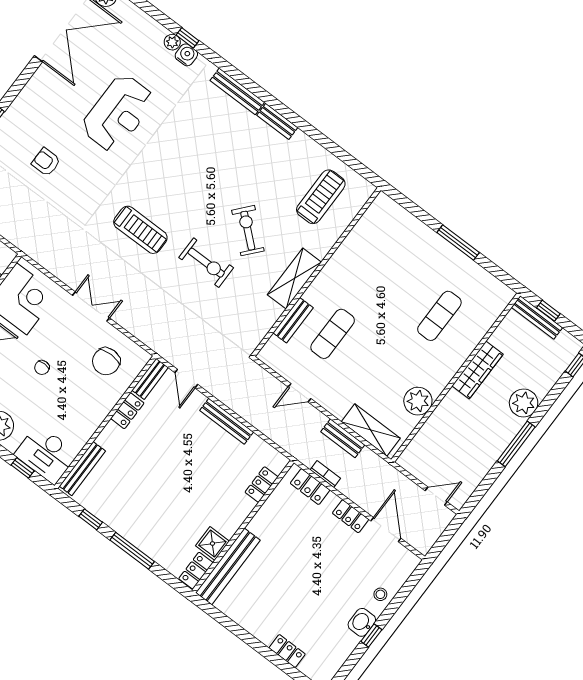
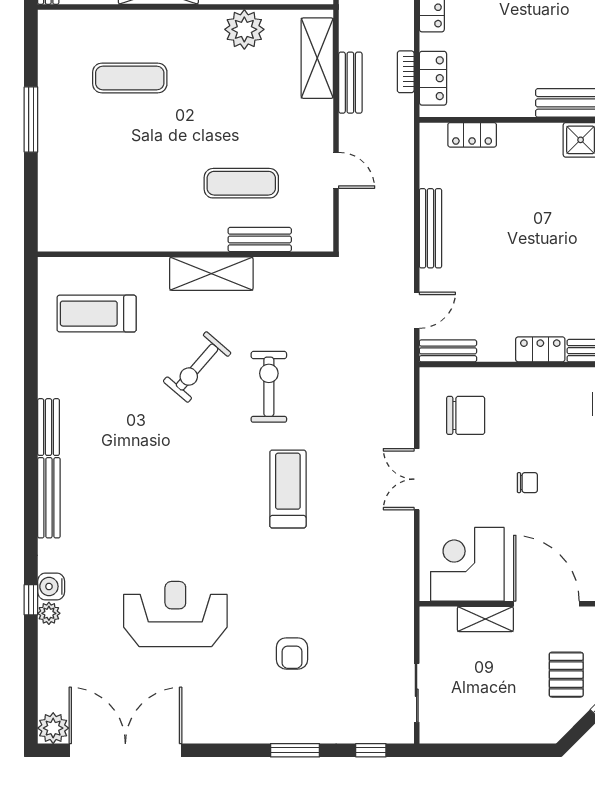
locker: (127, 411) -> (540, 349), moved

